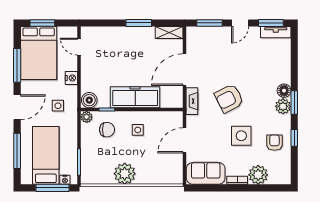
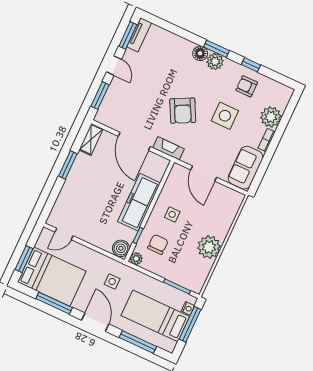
nightstand: (71, 78) -> (91, 256), removed

